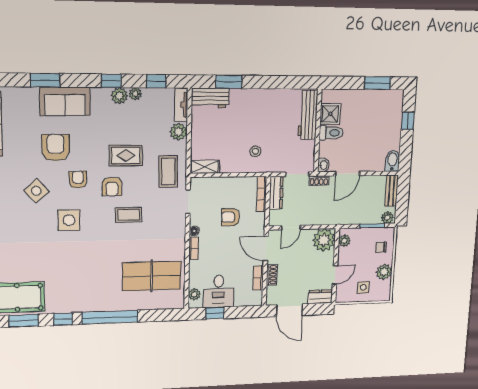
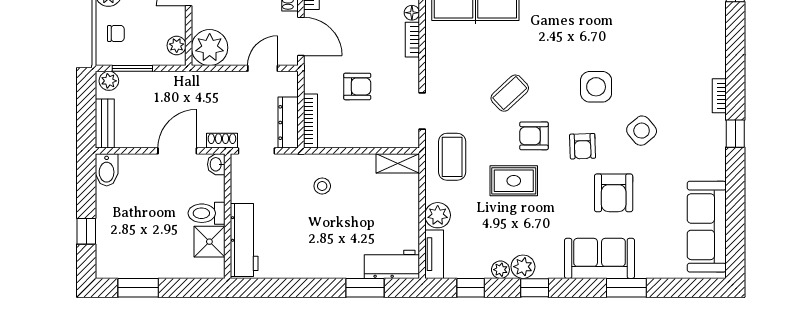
armchair: (112, 186) -> (534, 136), turned -90
coffee table: (129, 215) -> (510, 93), turned -43
floor lamp: (194, 231) -> (412, 13), moved

